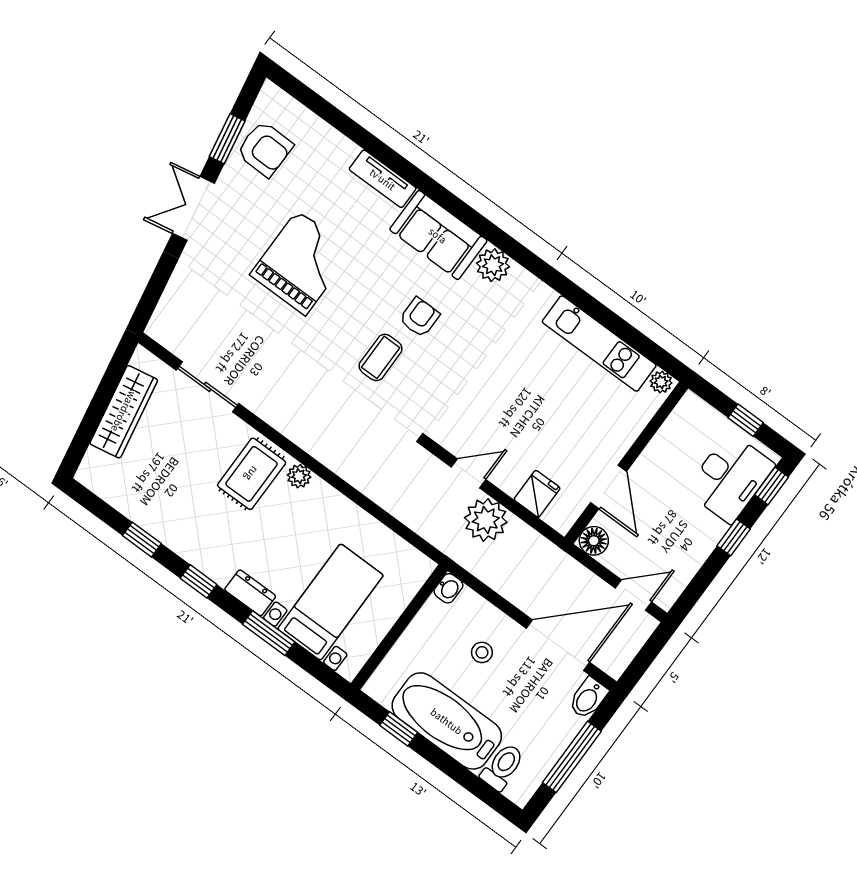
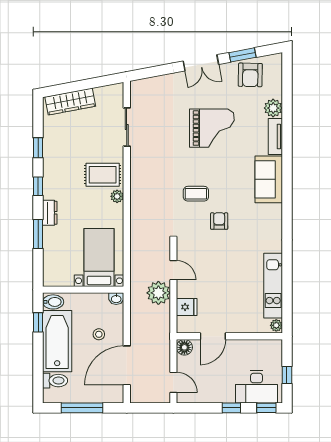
double door: (194, 208) -> (201, 63), swing flipped
plant: (493, 265) -> (273, 108), moved
armchair: (419, 317) -> (219, 221), moved, turned -90
wardrobe: (124, 412) -> (70, 102), moved
bed with nightstands: (330, 602) -> (99, 257), moved, turned -90
door: (558, 645) -> (127, 365), swing flipped
bidet: (588, 698) -> (53, 302), moved, turned 180

